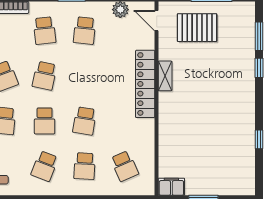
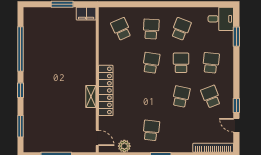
pallet: (197, 28) -> (67, 133), removed
school desk: (45, 31) -> (181, 130), removed
window: (259, 68) -> (21, 90), moved
window: (259, 139) -> (21, 49), width x3.17

